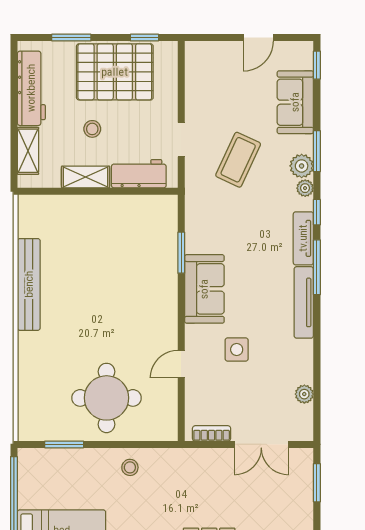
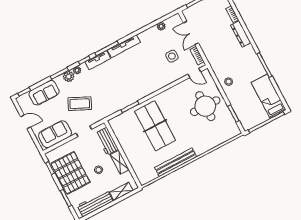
table tennis table: (120, 282) -> (155, 126), added
sofa: (204, 289) -> (55, 134), moved
side table: (237, 349) -> (172, 56), moved
door: (181, 364) -> (194, 73), moved
double door: (261, 444) -> (191, 33), swing flipped

